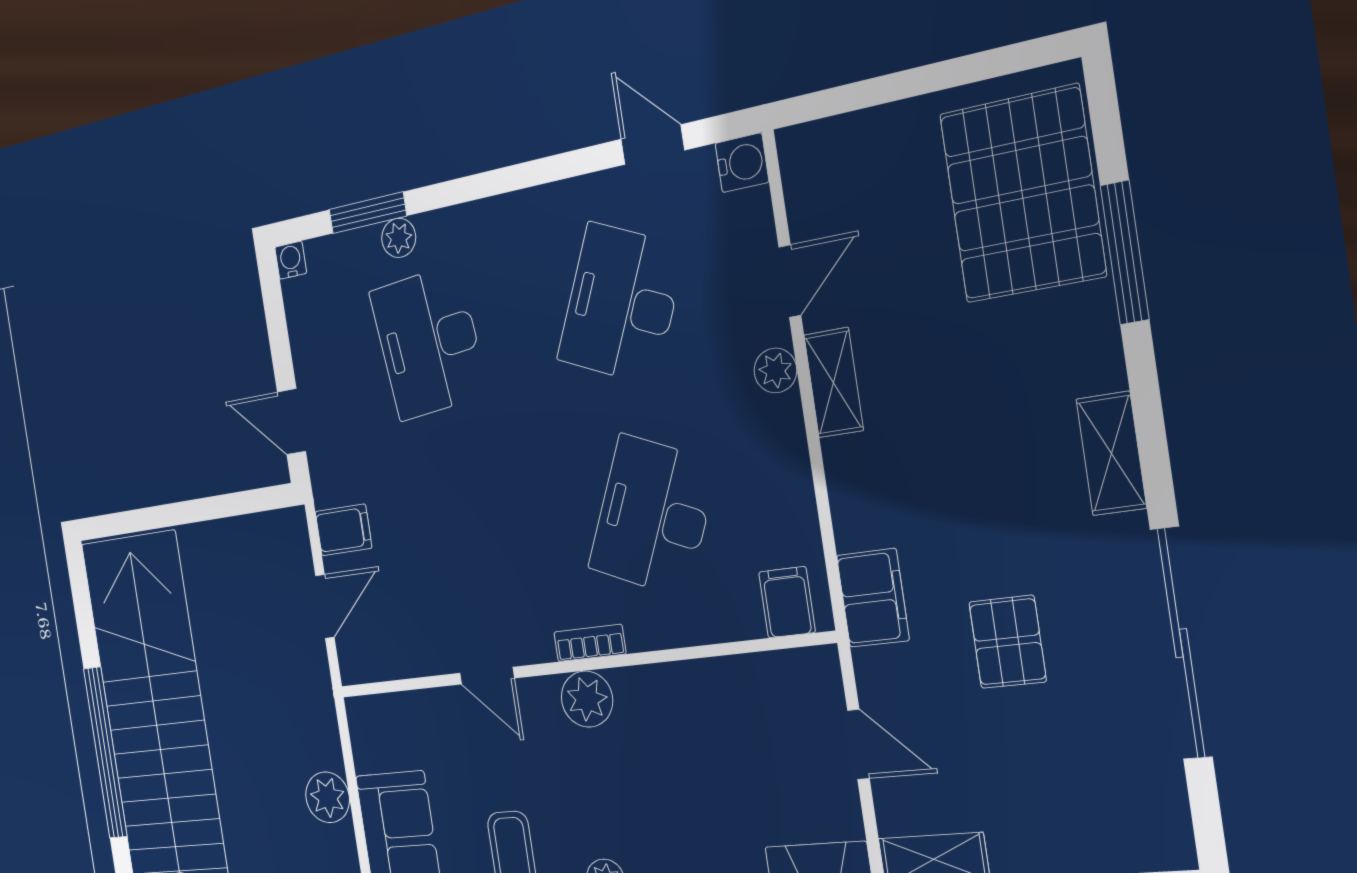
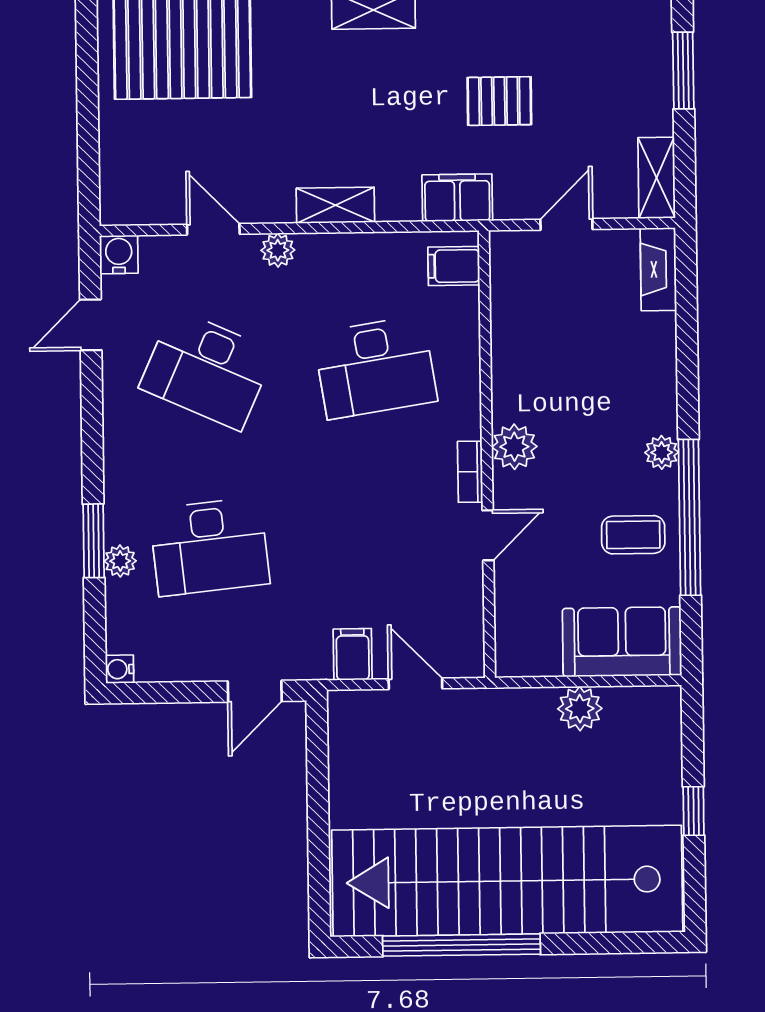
window: (368, 213) -> (94, 541), moved
shelving: (834, 383) -> (335, 205), moved
desk: (653, 516) -> (375, 367), turned -33
bookcase: (590, 643) -> (470, 472), moved
window: (105, 753) -> (462, 945), moved

